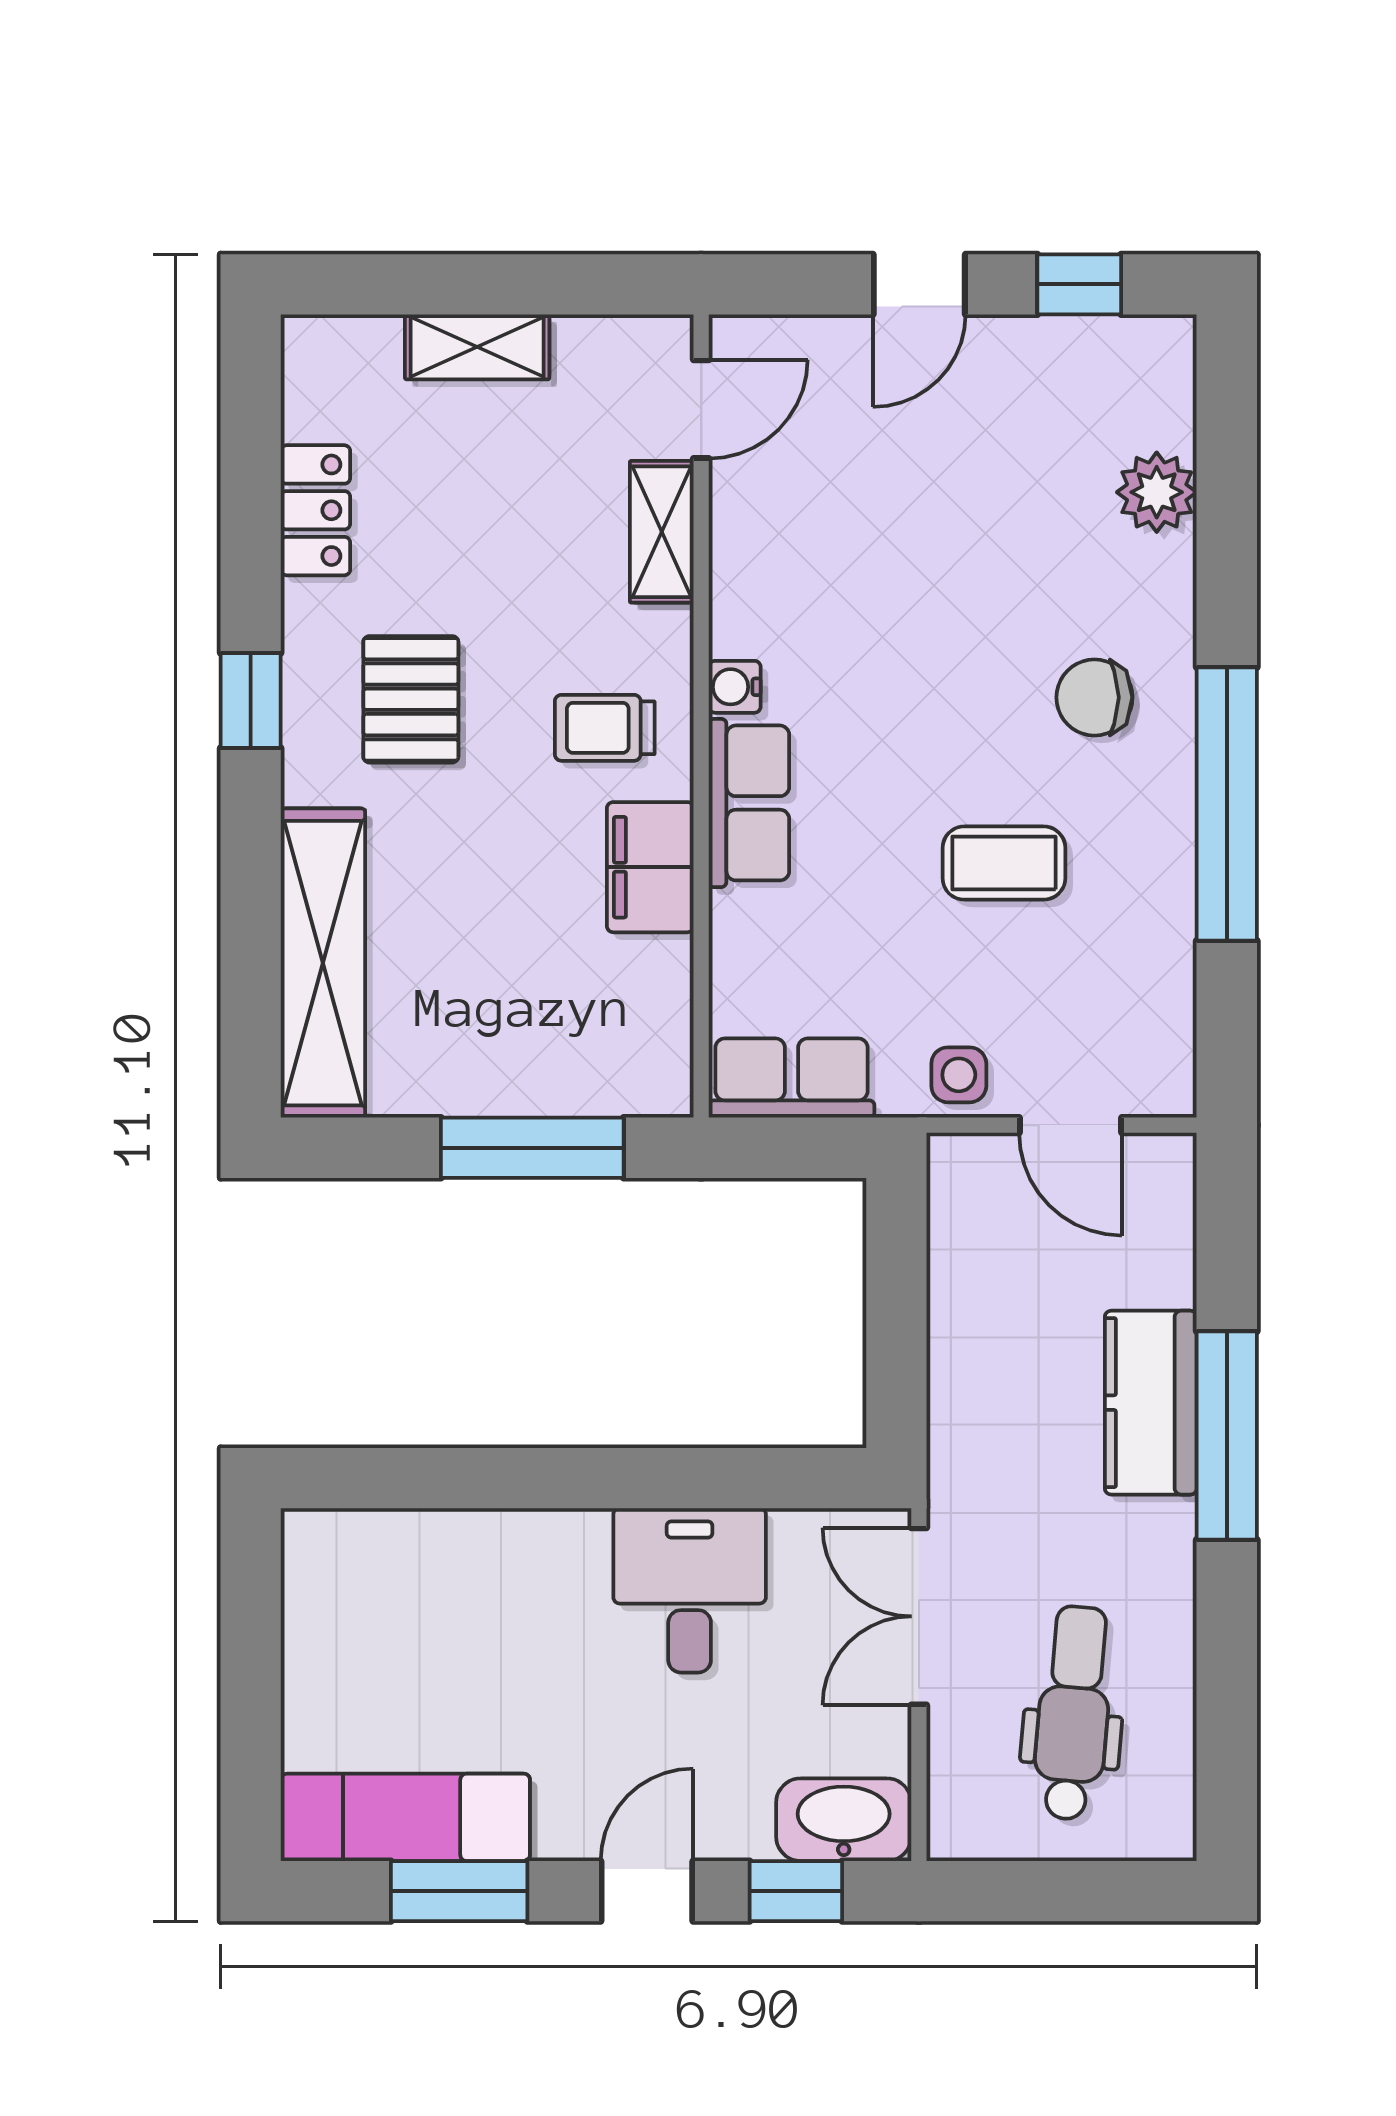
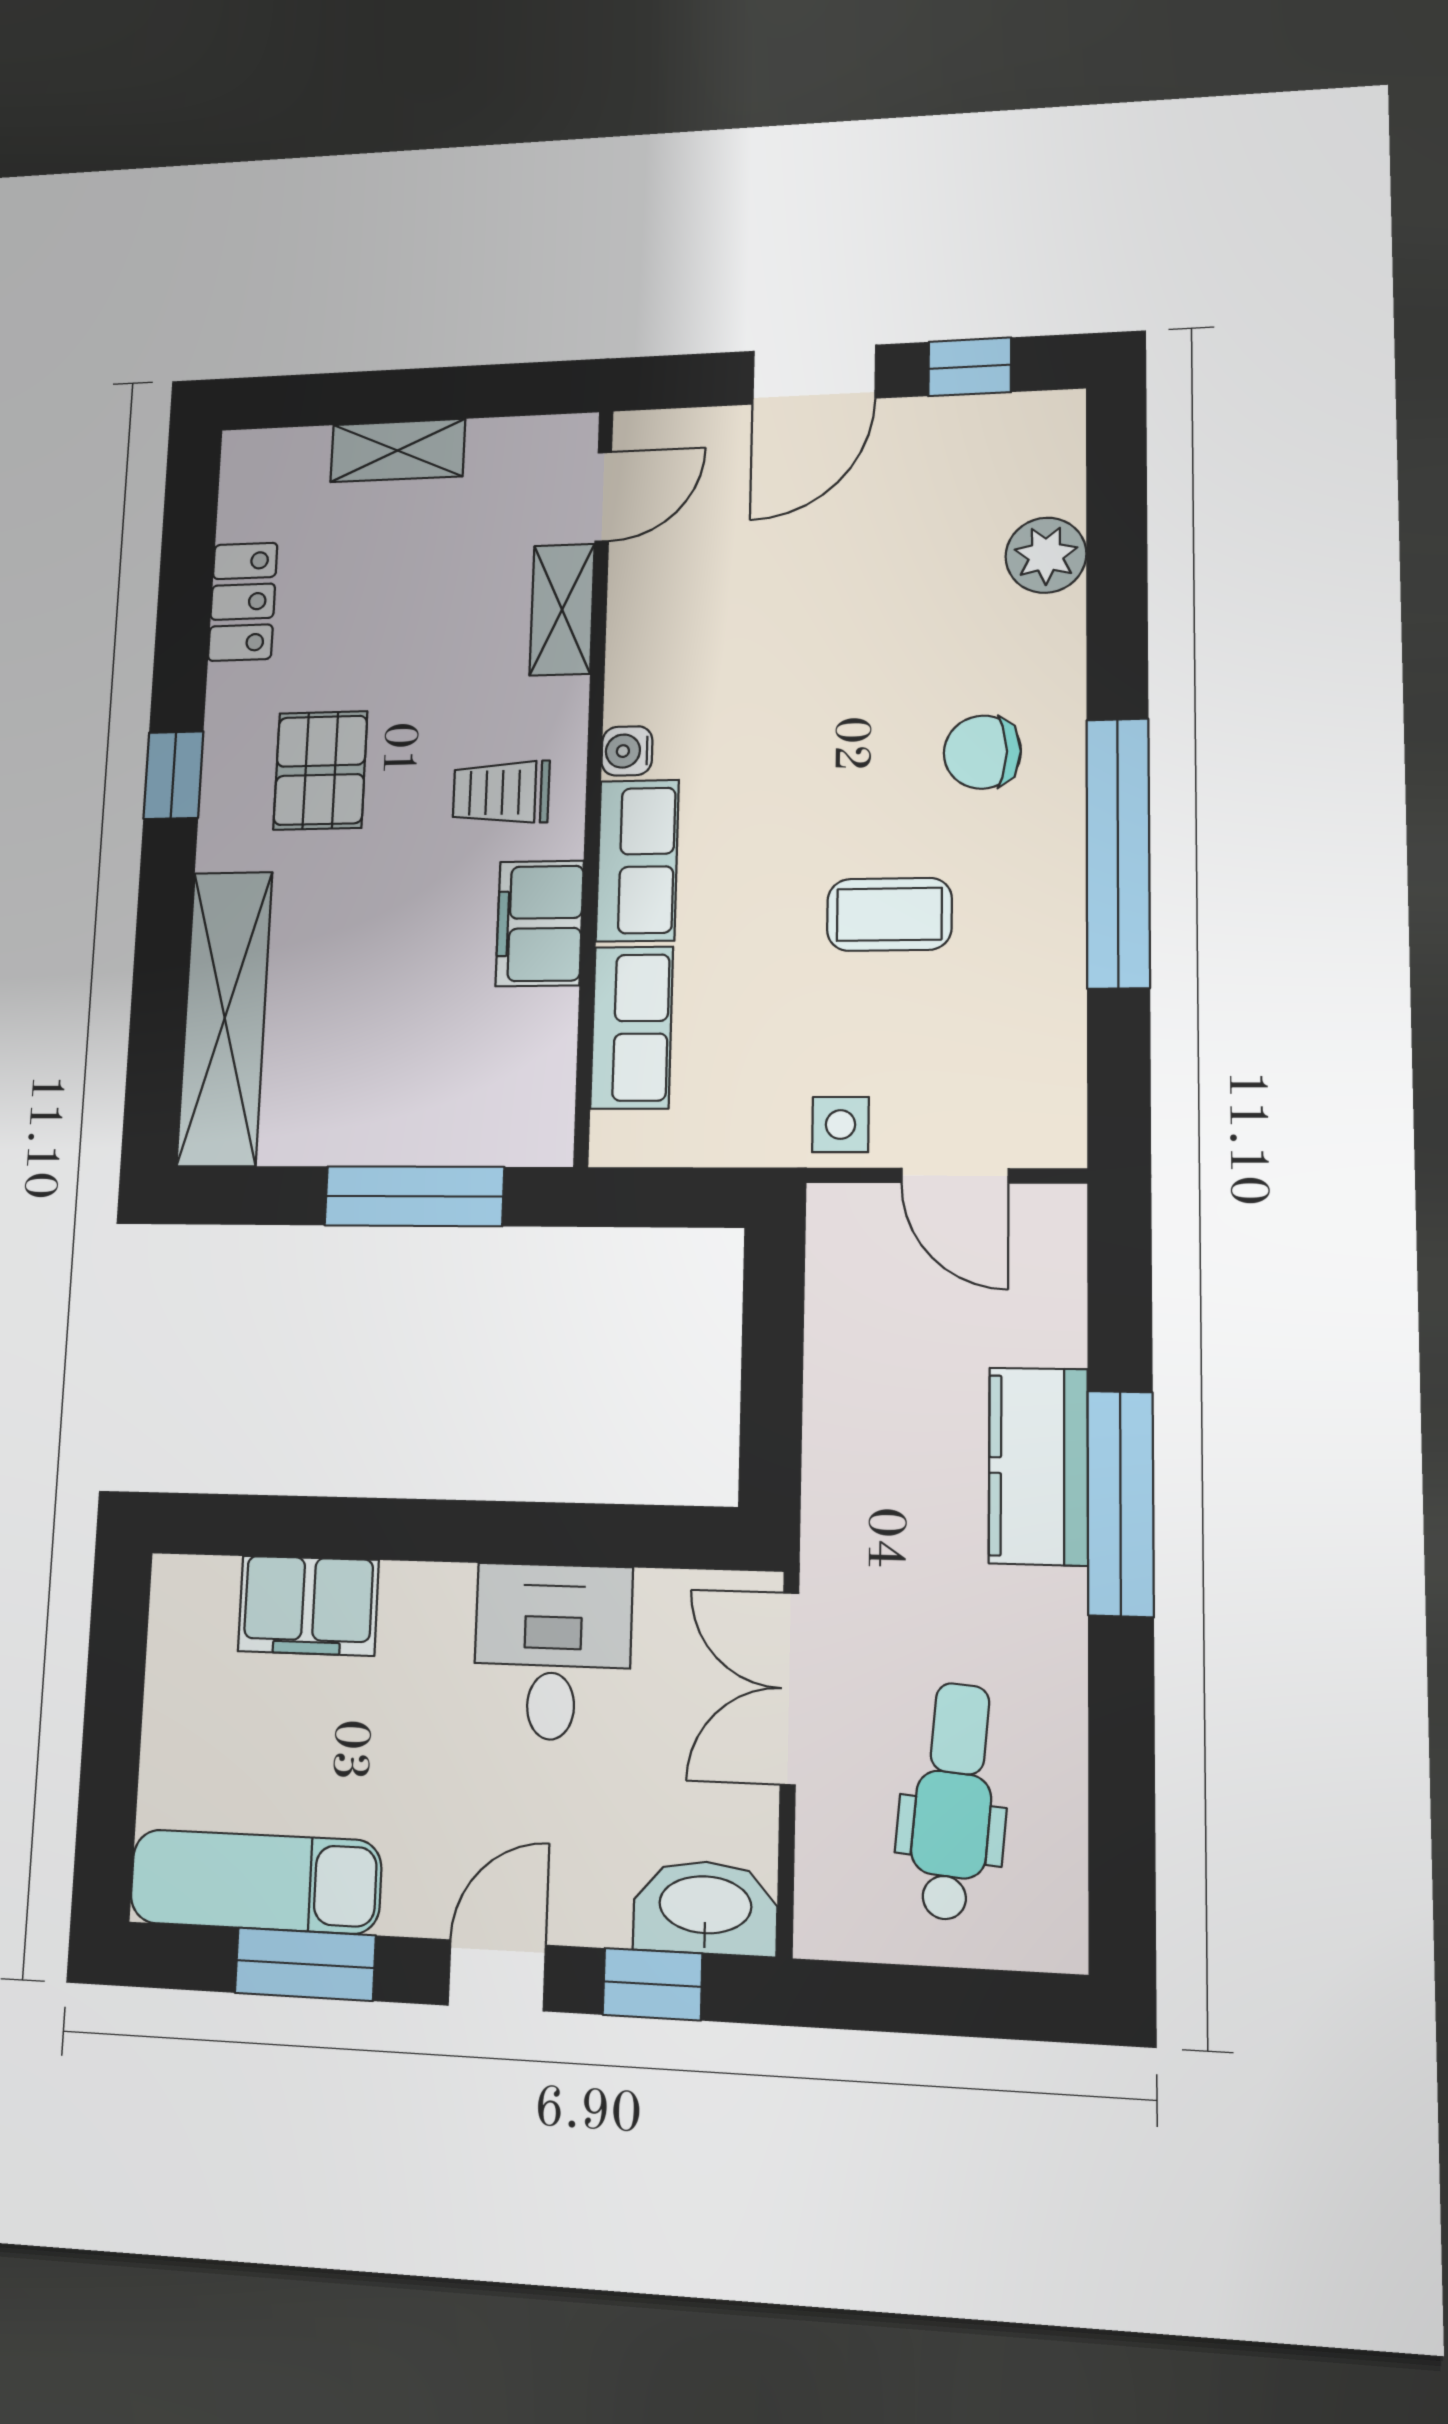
door: (919, 284) -> (814, 375), width x1.38
row of seats: (792, 1078) -> (632, 1027), moved, turned 90
filing cabinet: (444, 1554) -> (308, 1606), added

